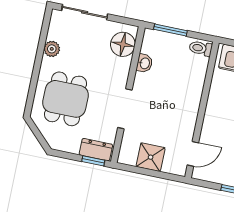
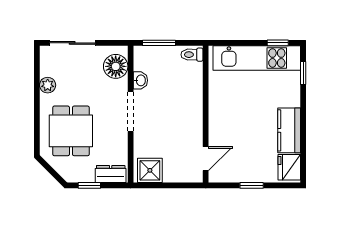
doorway: (125, 109) -> (131, 112), moved
shower: (151, 157) -> (150, 170), moved
window: (93, 161) -> (89, 185), moved

